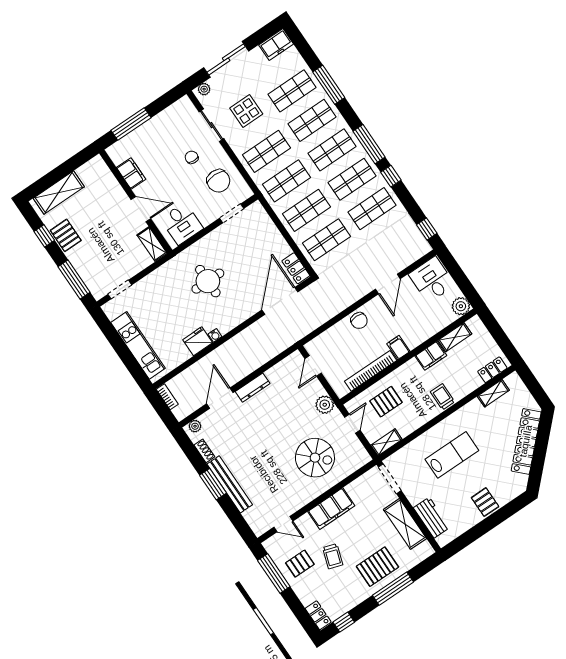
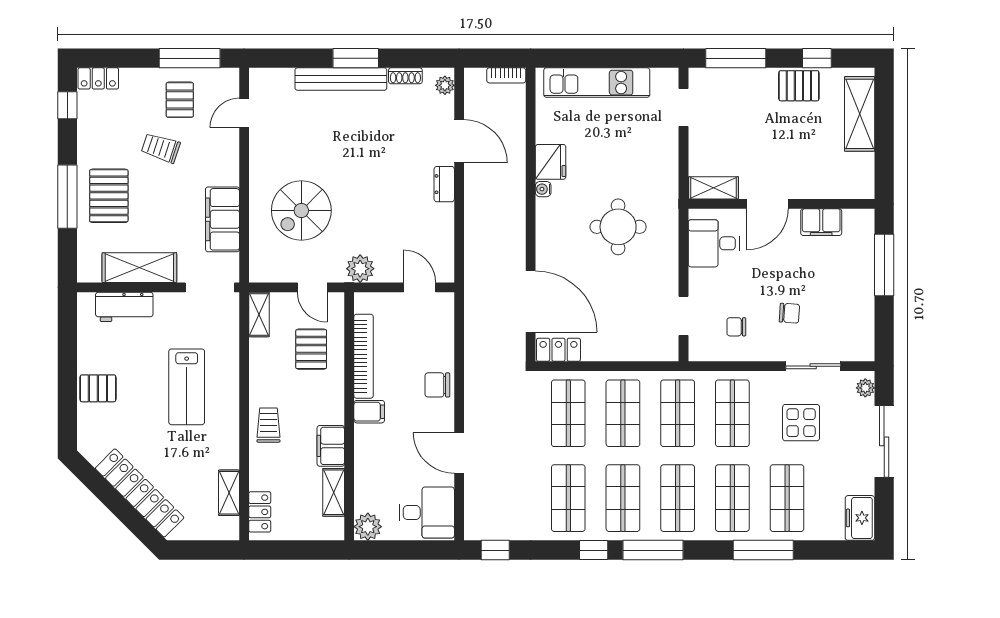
chair: (218, 181) -> (736, 327), width x0.54, depth x0.54
dresser: (253, 388) -> (444, 184), width x0.70
trolley: (443, 397) -> (268, 425), turned -90
filing cabinet: (331, 509) -> (222, 219), moved

